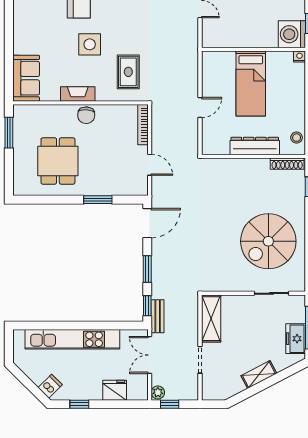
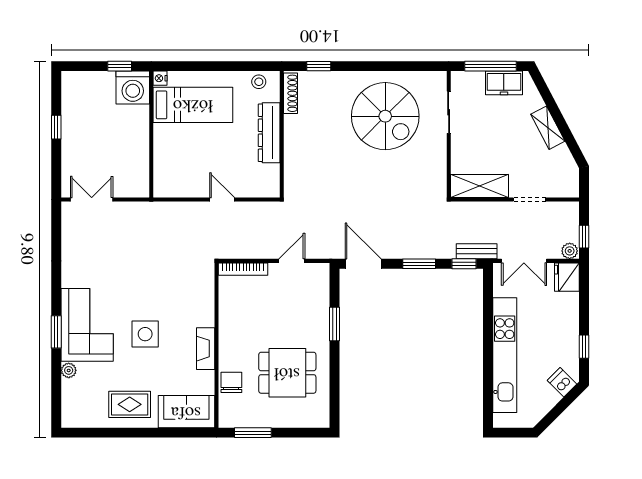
rug: (128, 72) -> (130, 404), moved
bed: (251, 84) -> (193, 105), moved
chair: (86, 115) -> (231, 382), moved, turned -93
fridge: (115, 390) -> (567, 277), moved

